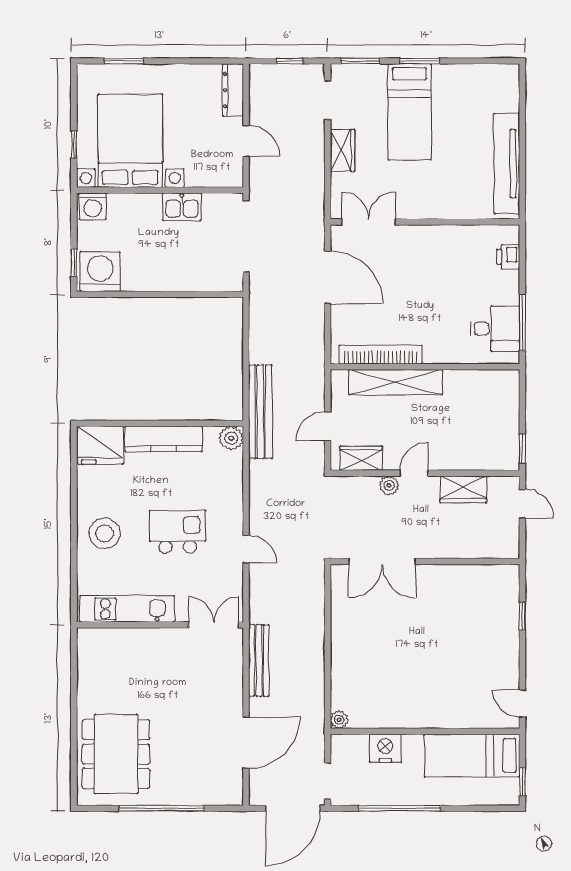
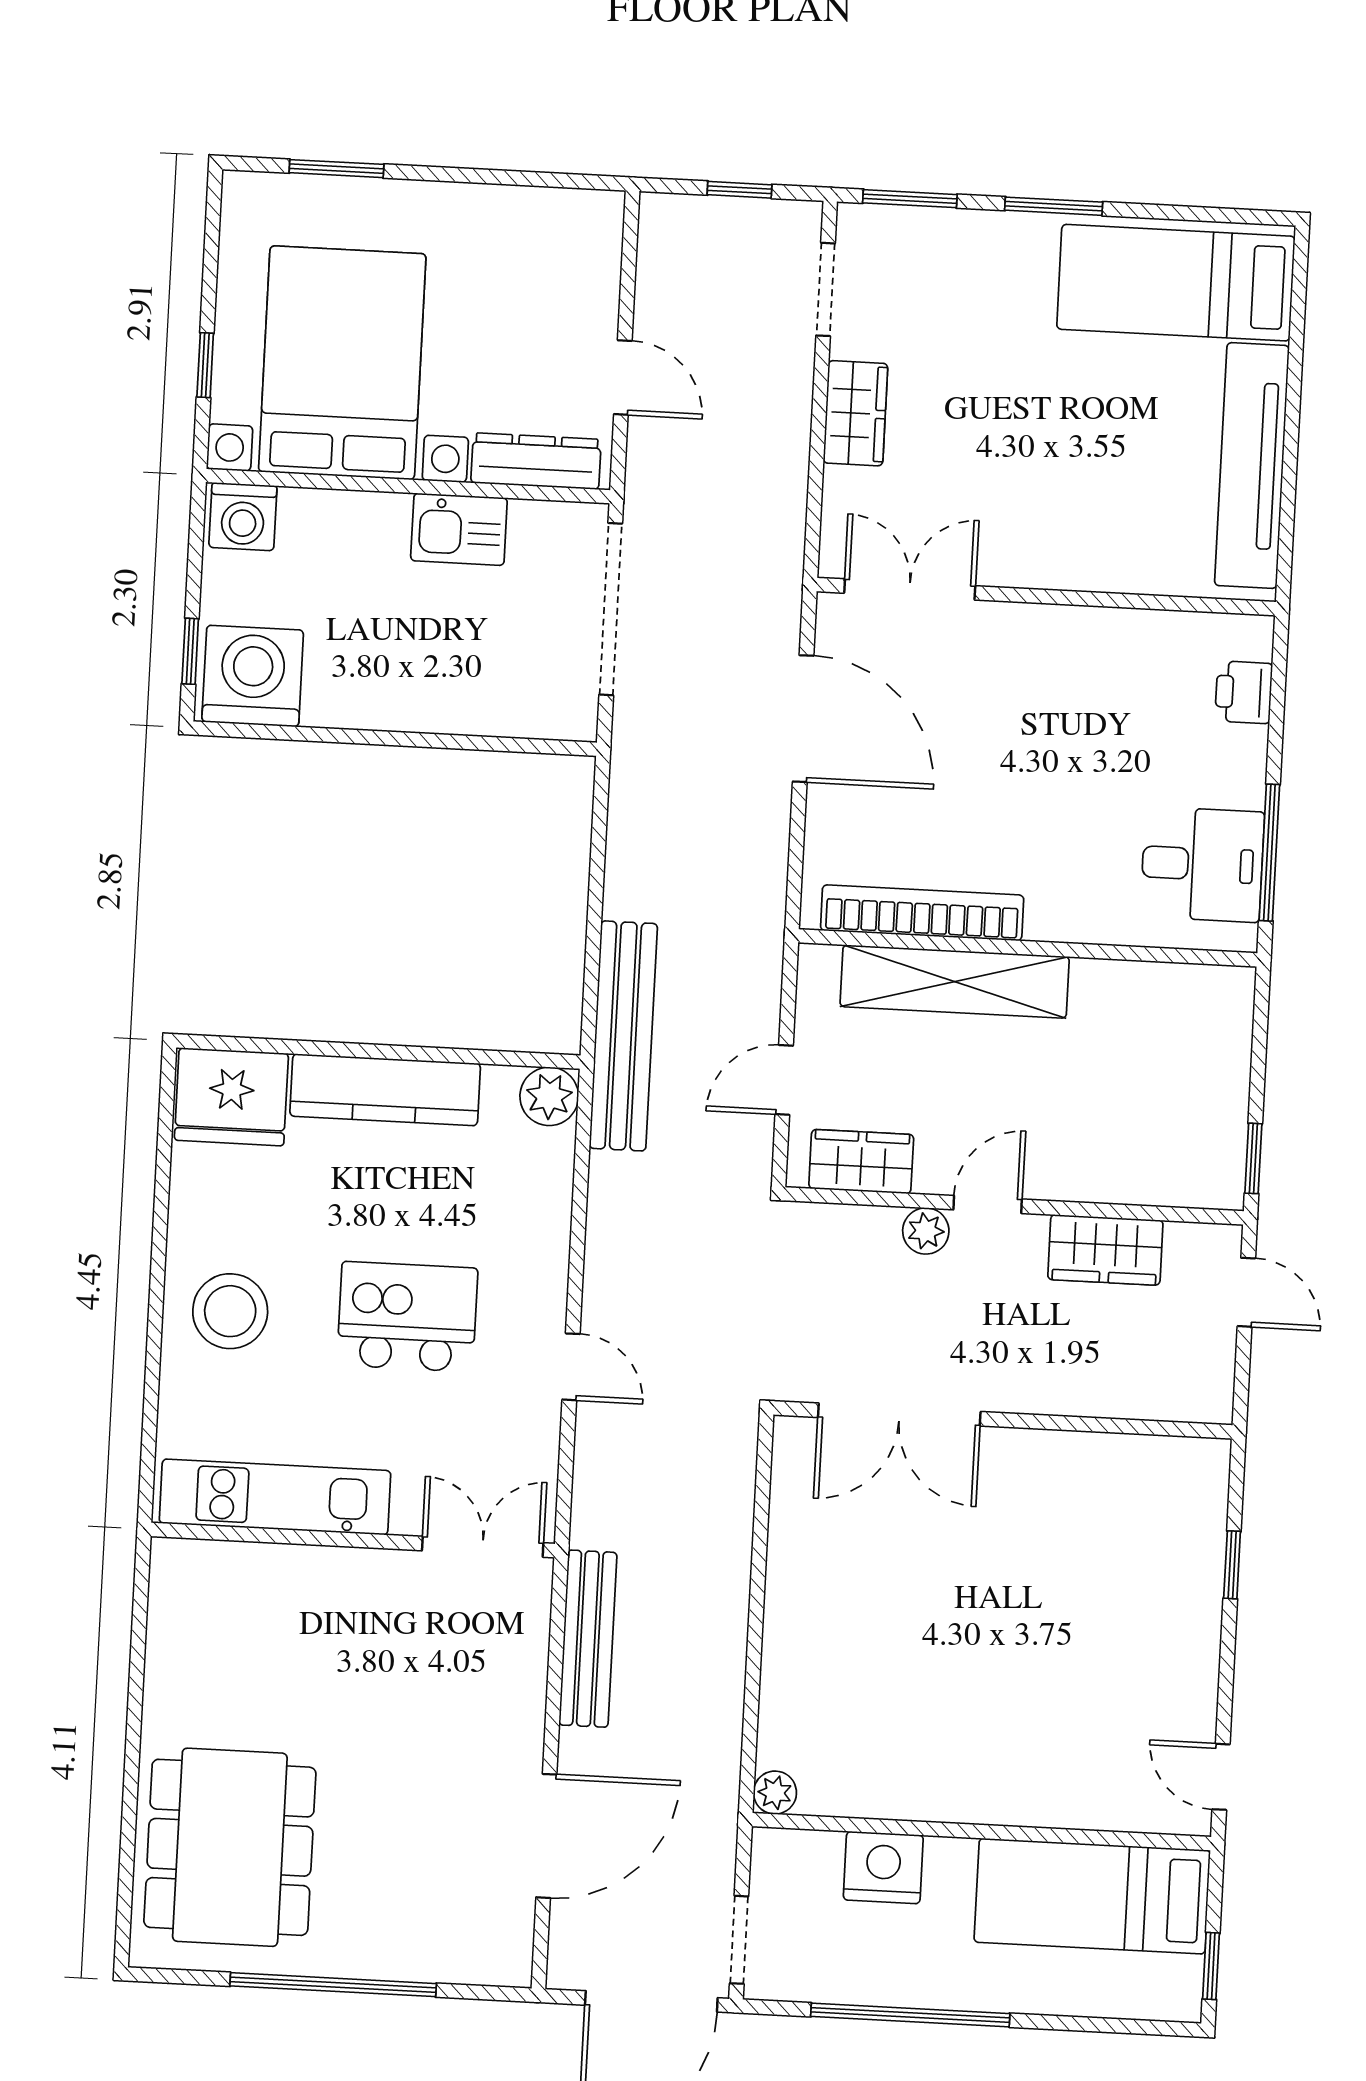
dresser: (233, 90) -> (536, 461), moved, turned 90
bed: (409, 112) -> (1176, 283), moved, turned 90

